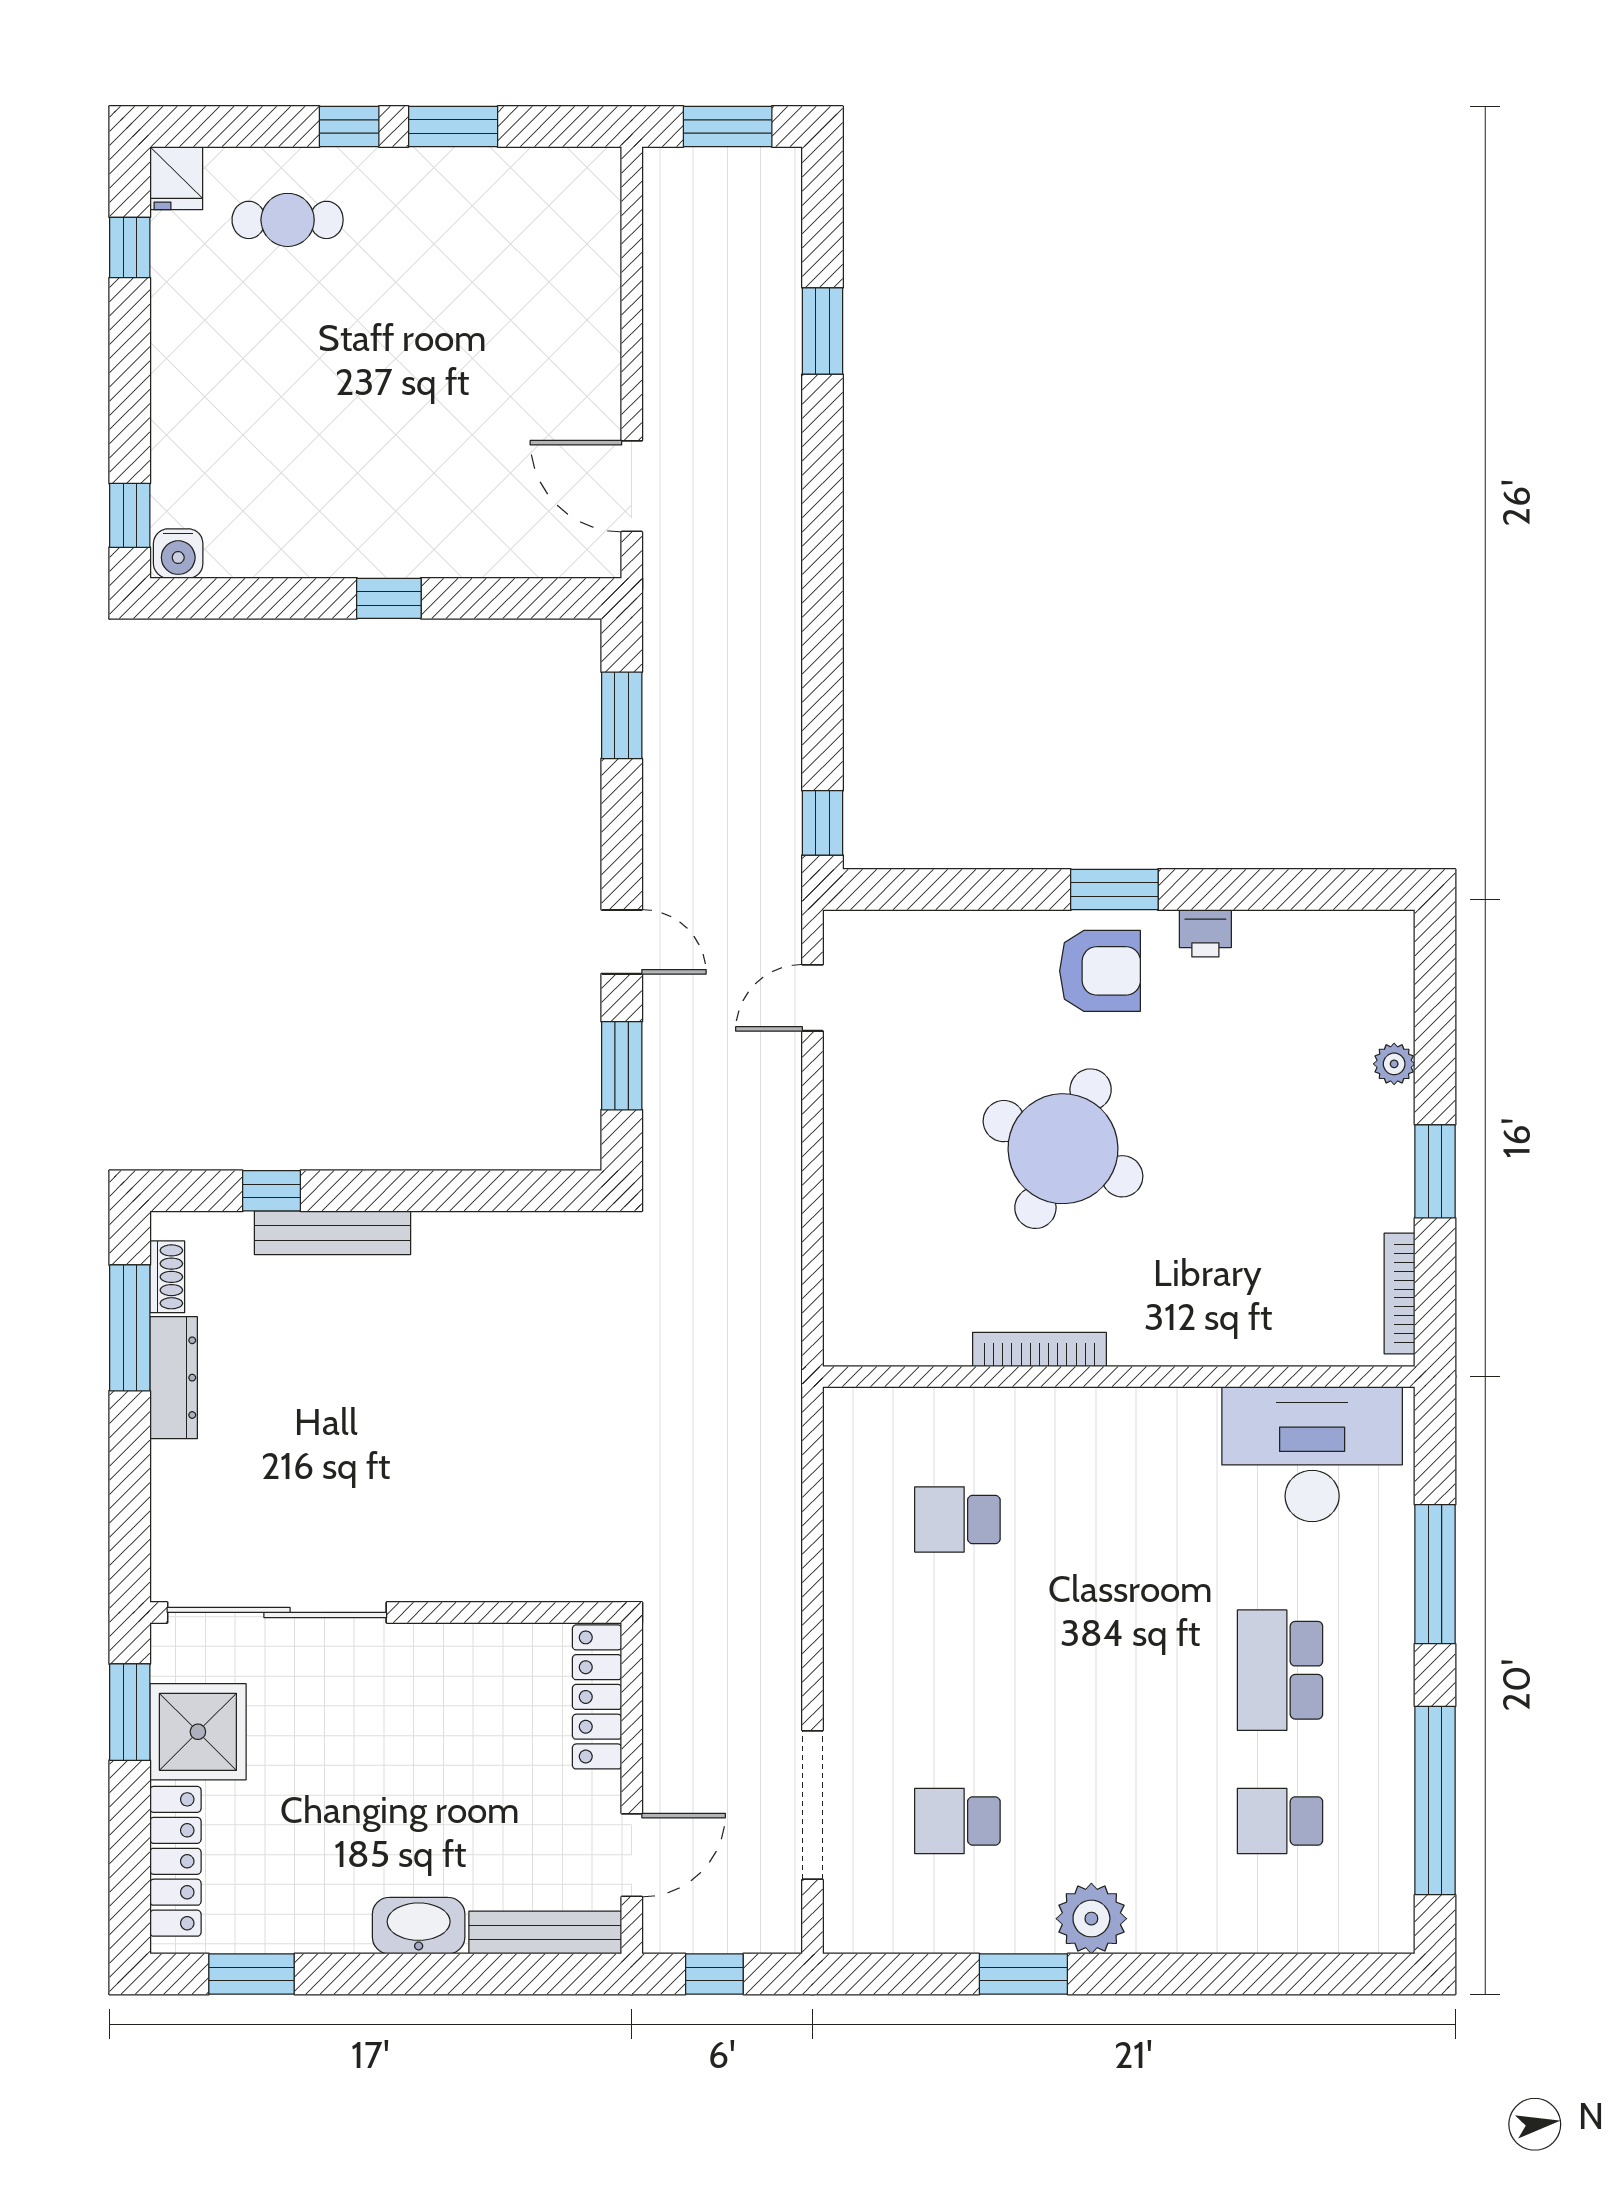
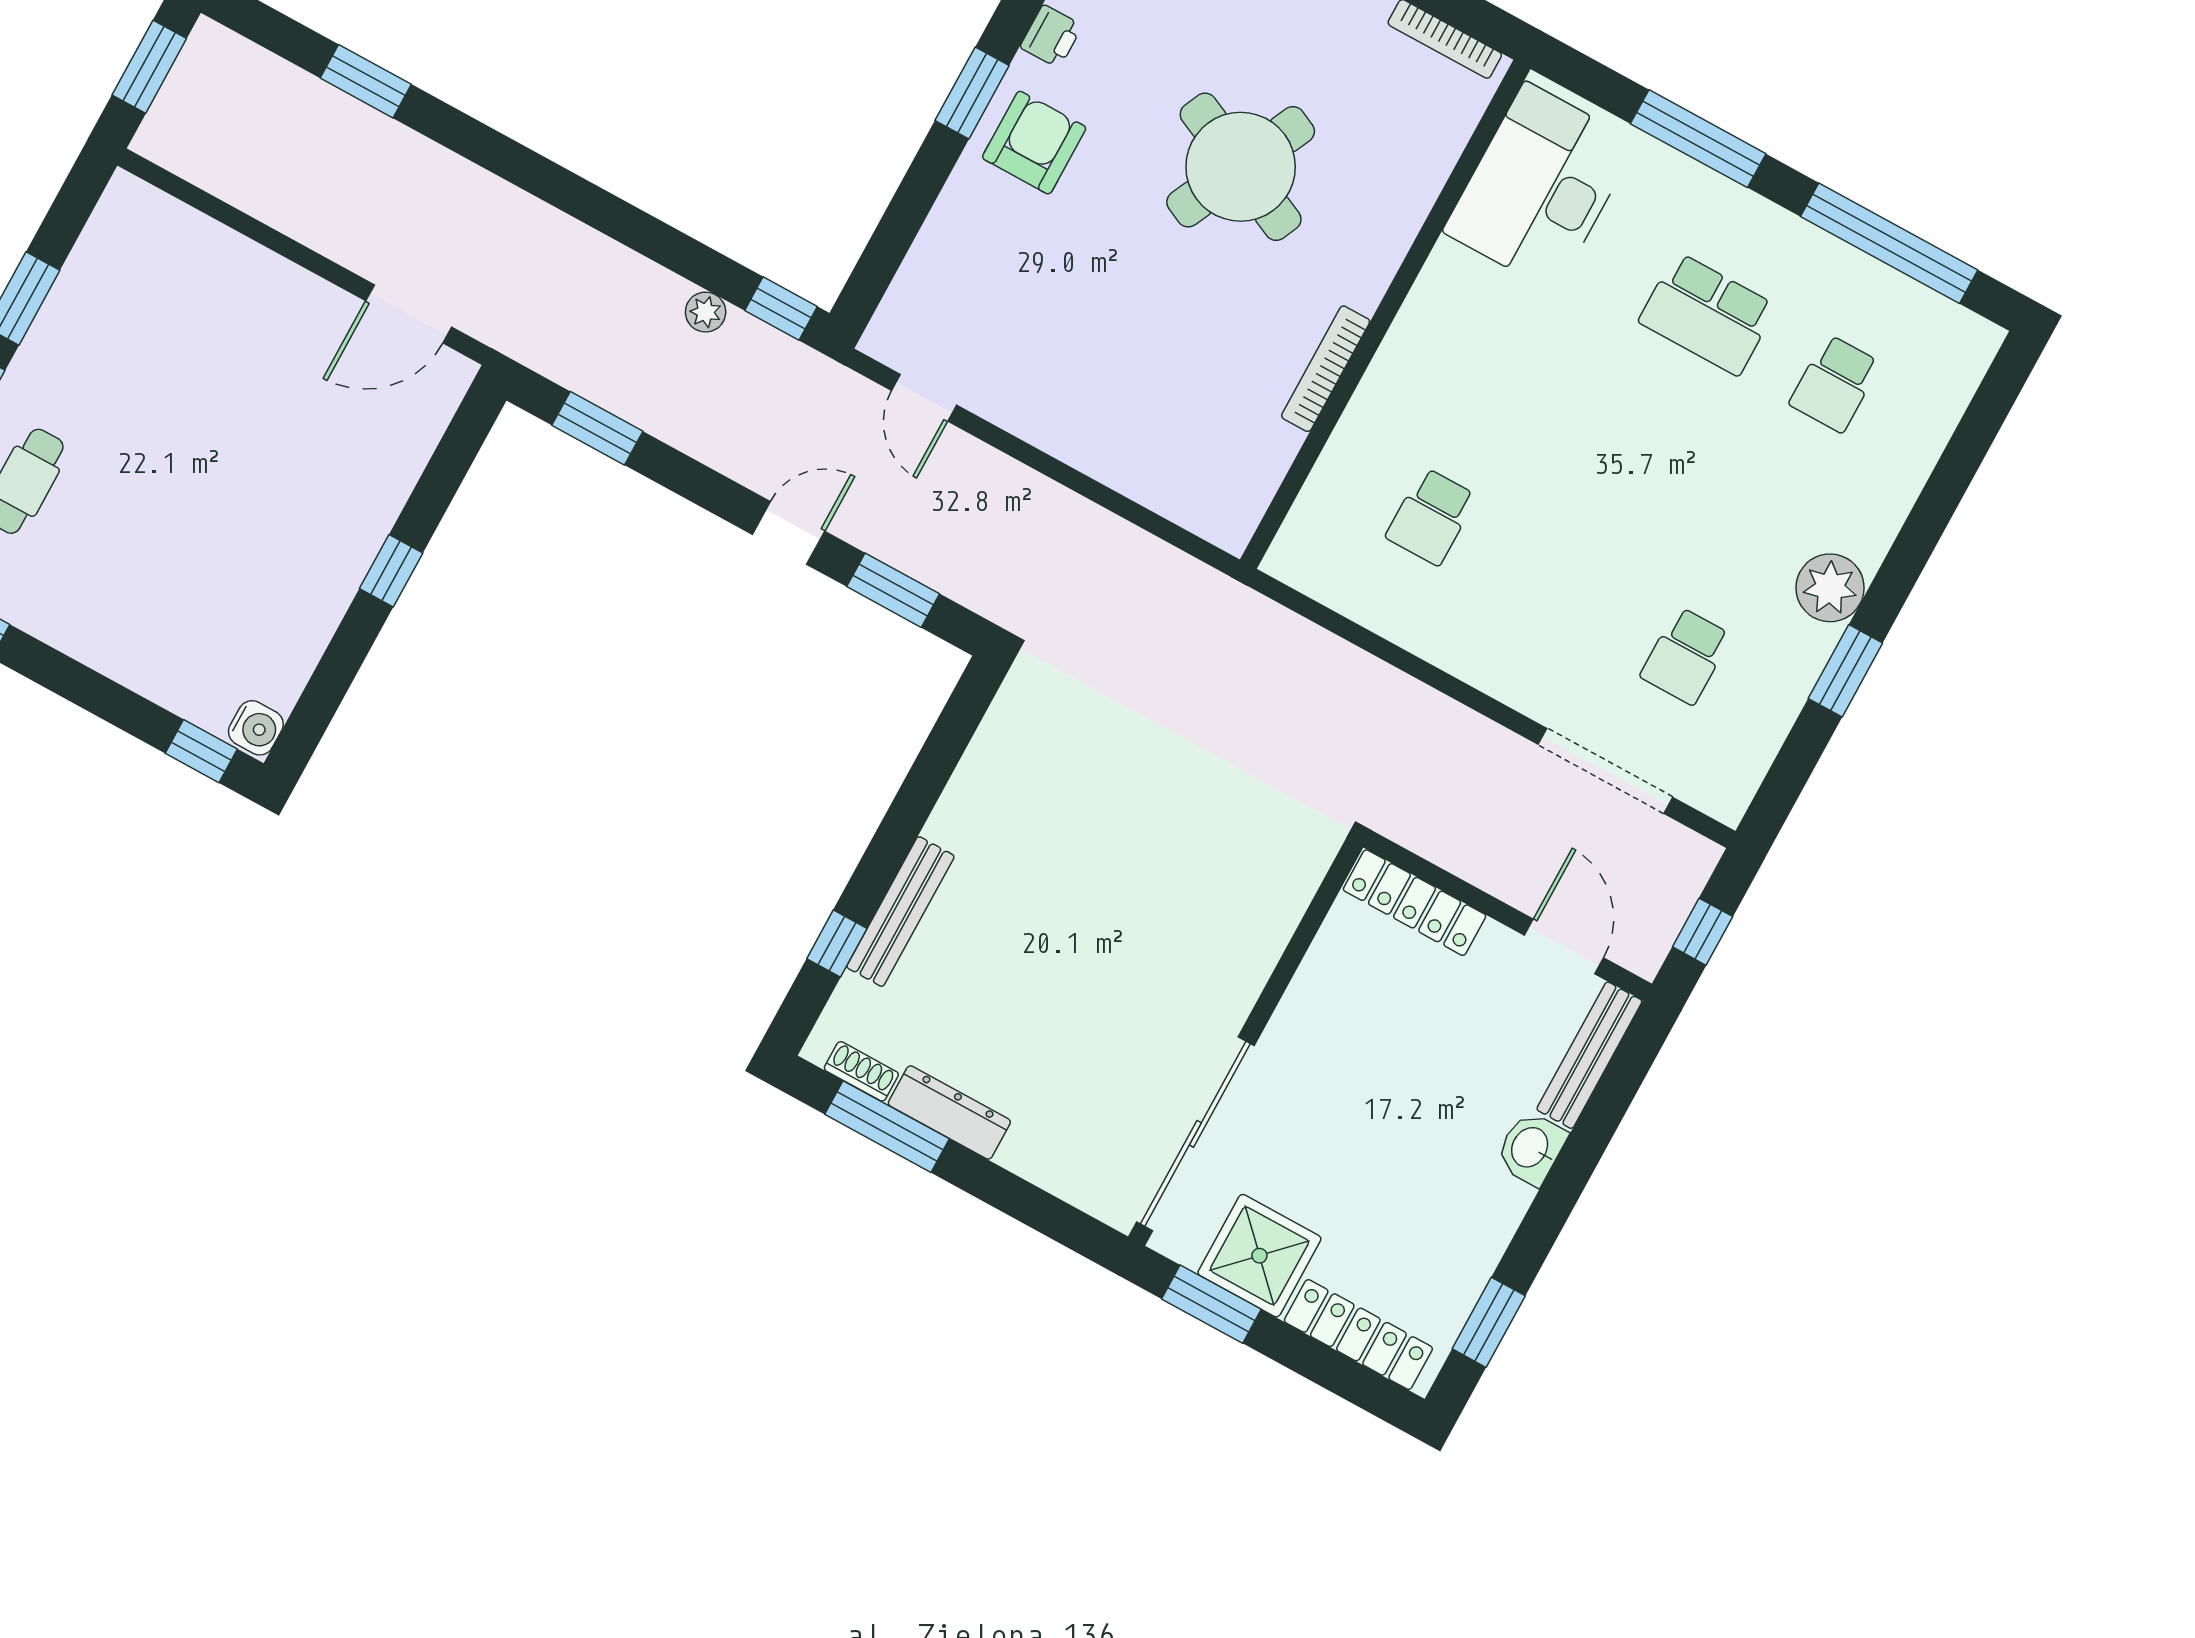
plant: (782, 756) -> (706, 312), added
round table: (1063, 1149) -> (1241, 167), moved
washbasin: (419, 1926) -> (1531, 1148), width x0.72

